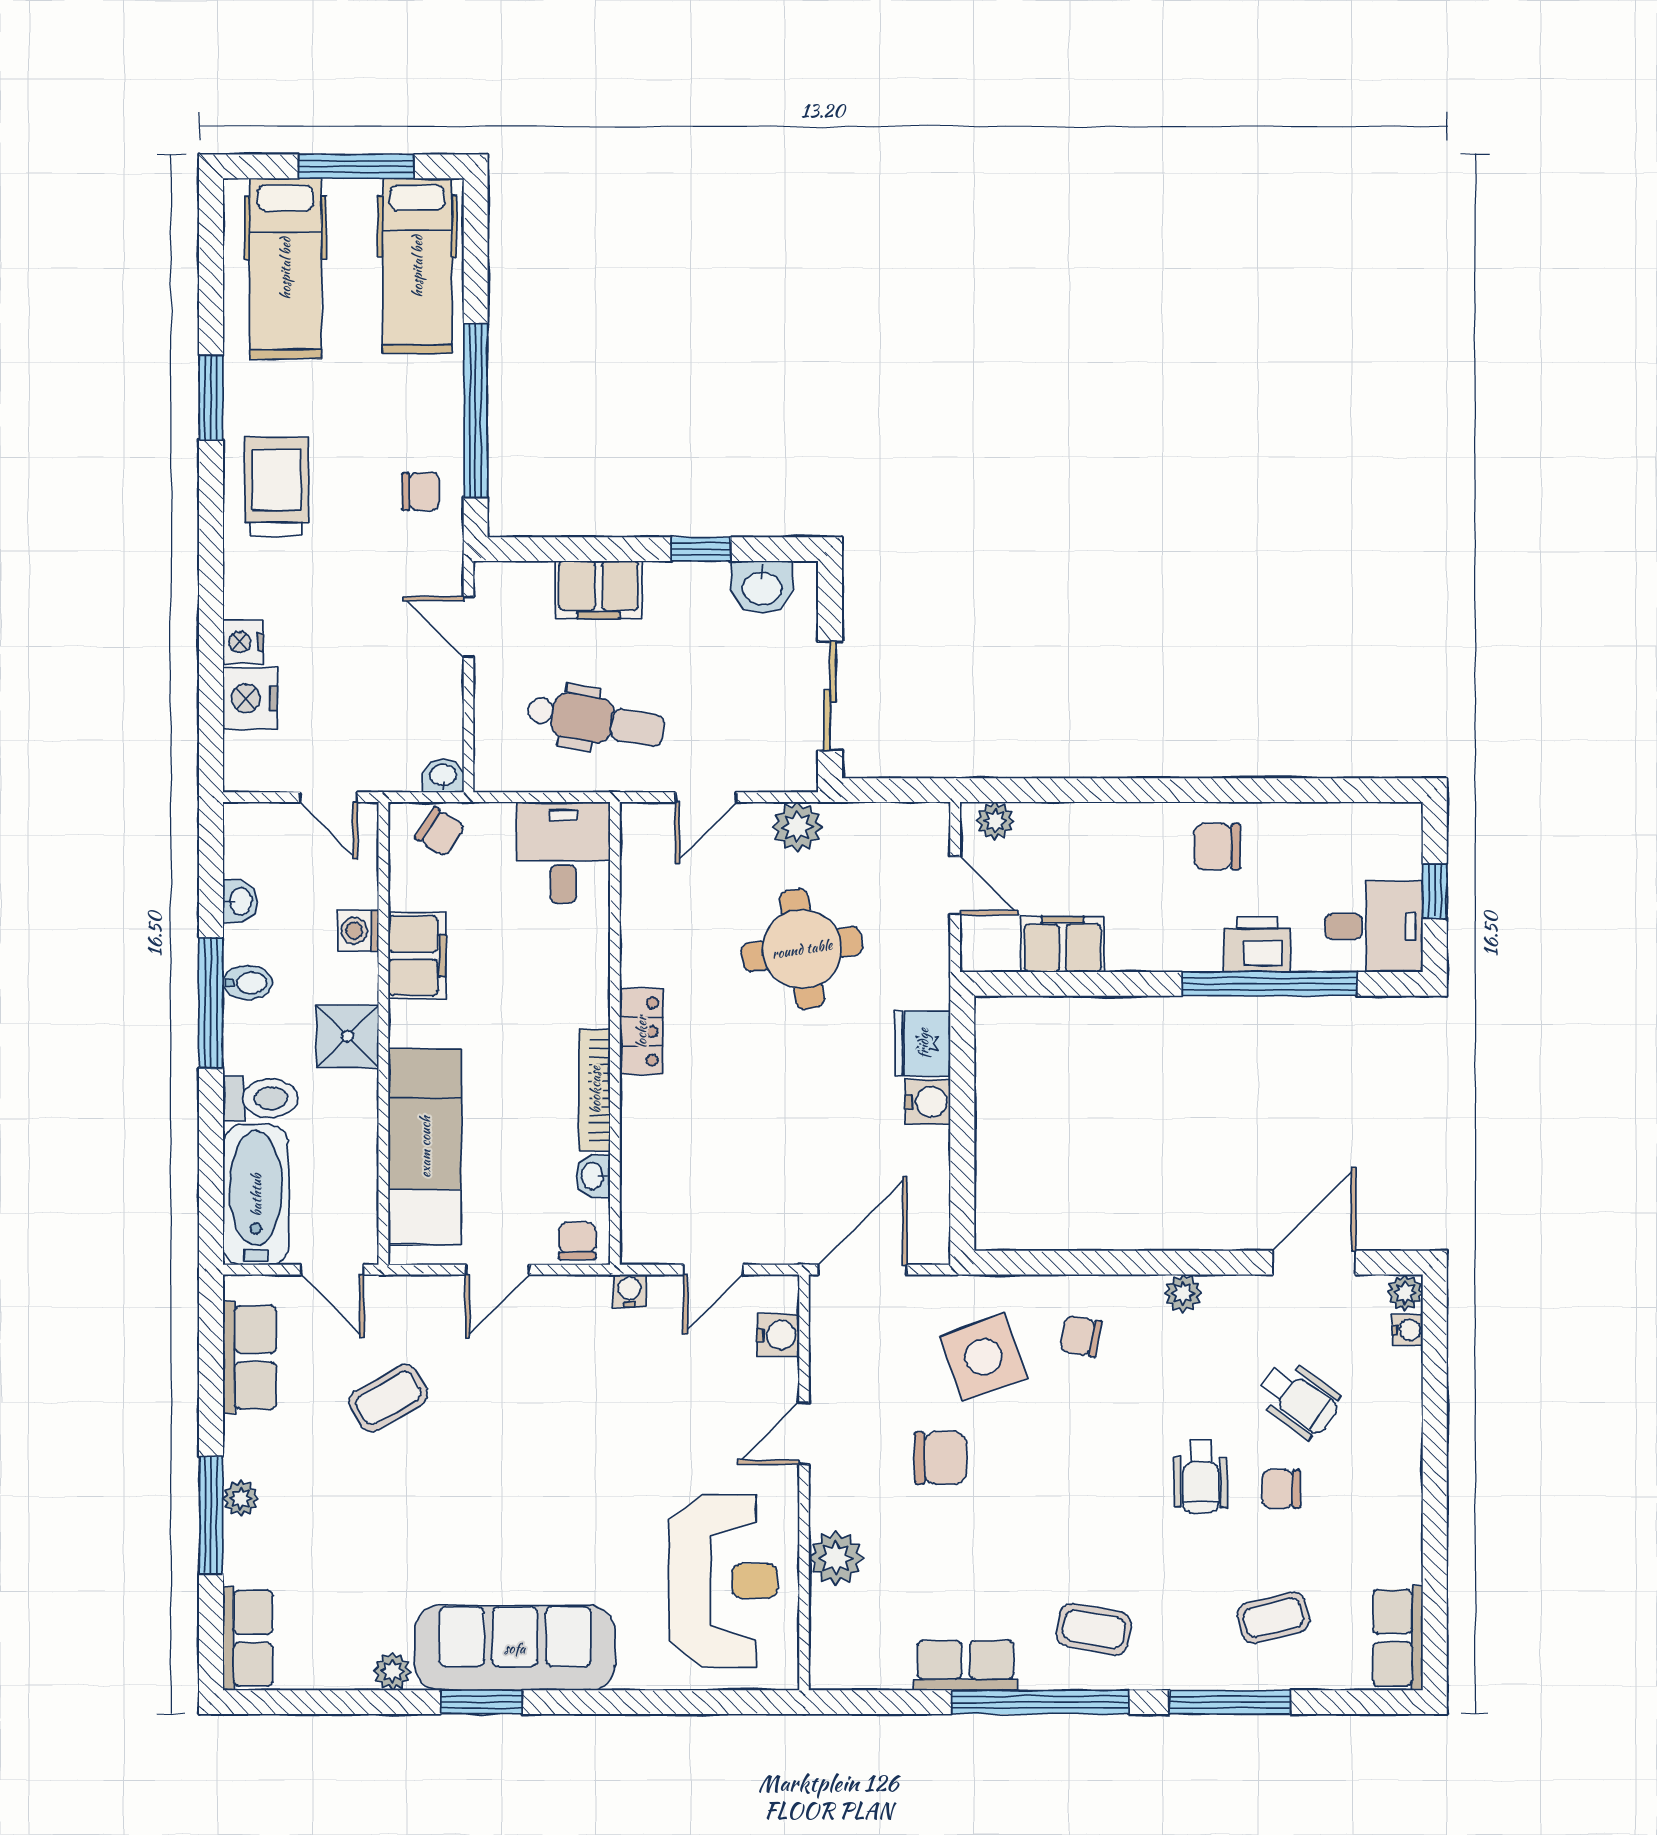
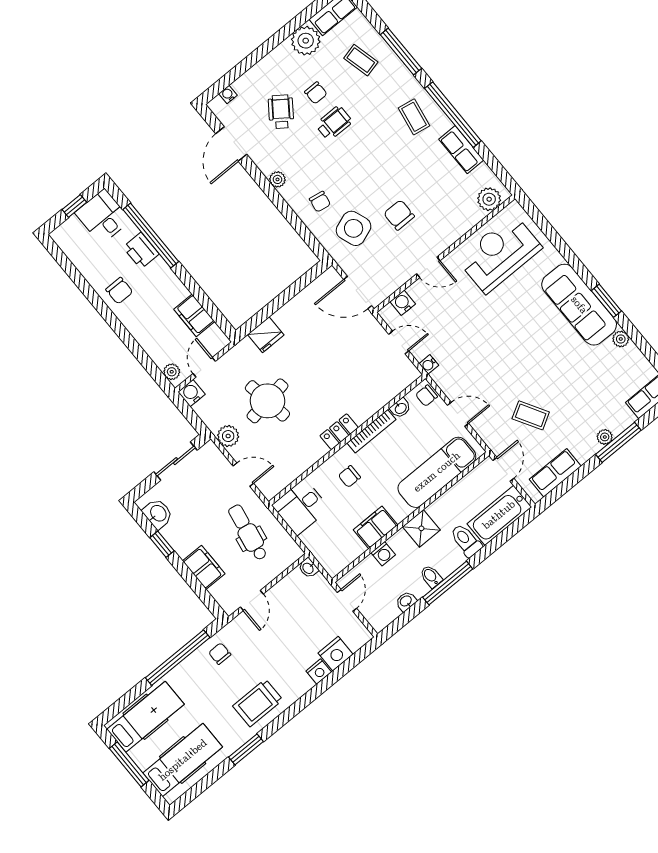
chair: (440, 832) -> (349, 476), moved, turned -123
water cooler: (928, 1102) -> (191, 393), moved
door: (1314, 1263) -> (231, 144), hinge flipped
plant: (1405, 1293) -> (306, 41), moved, width x1.88, depth x1.88
plant: (836, 1558) -> (489, 199), moved

